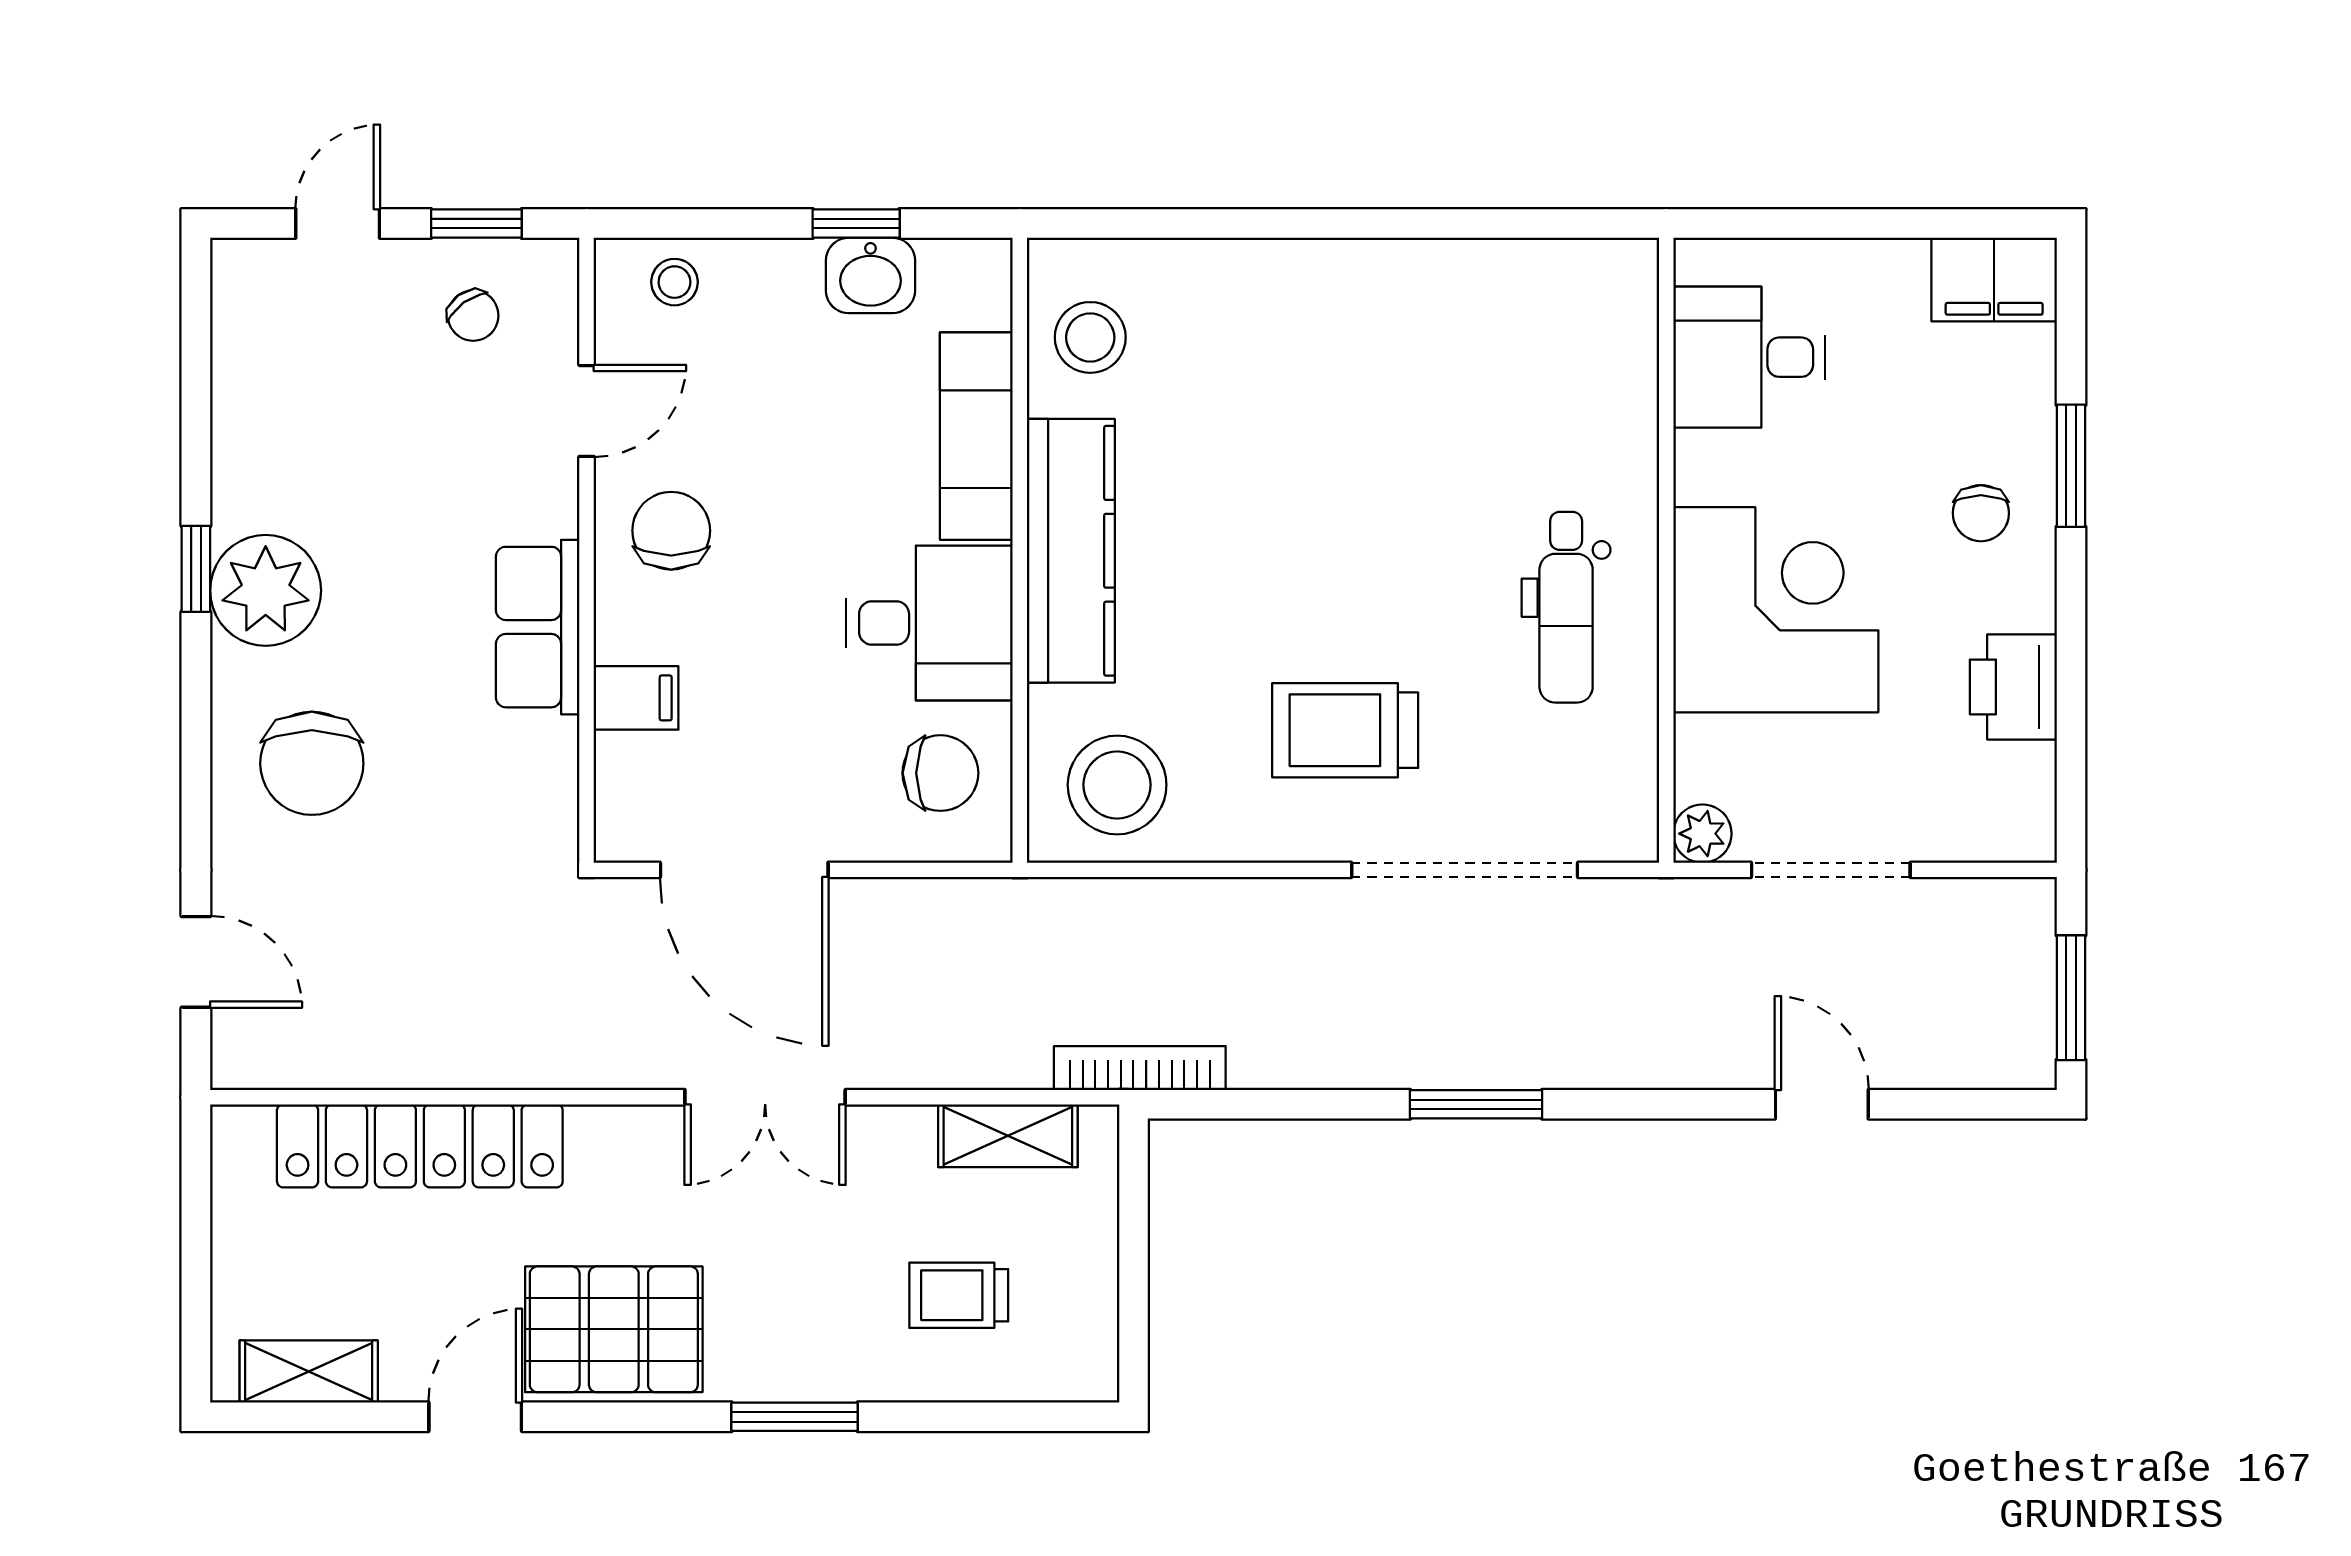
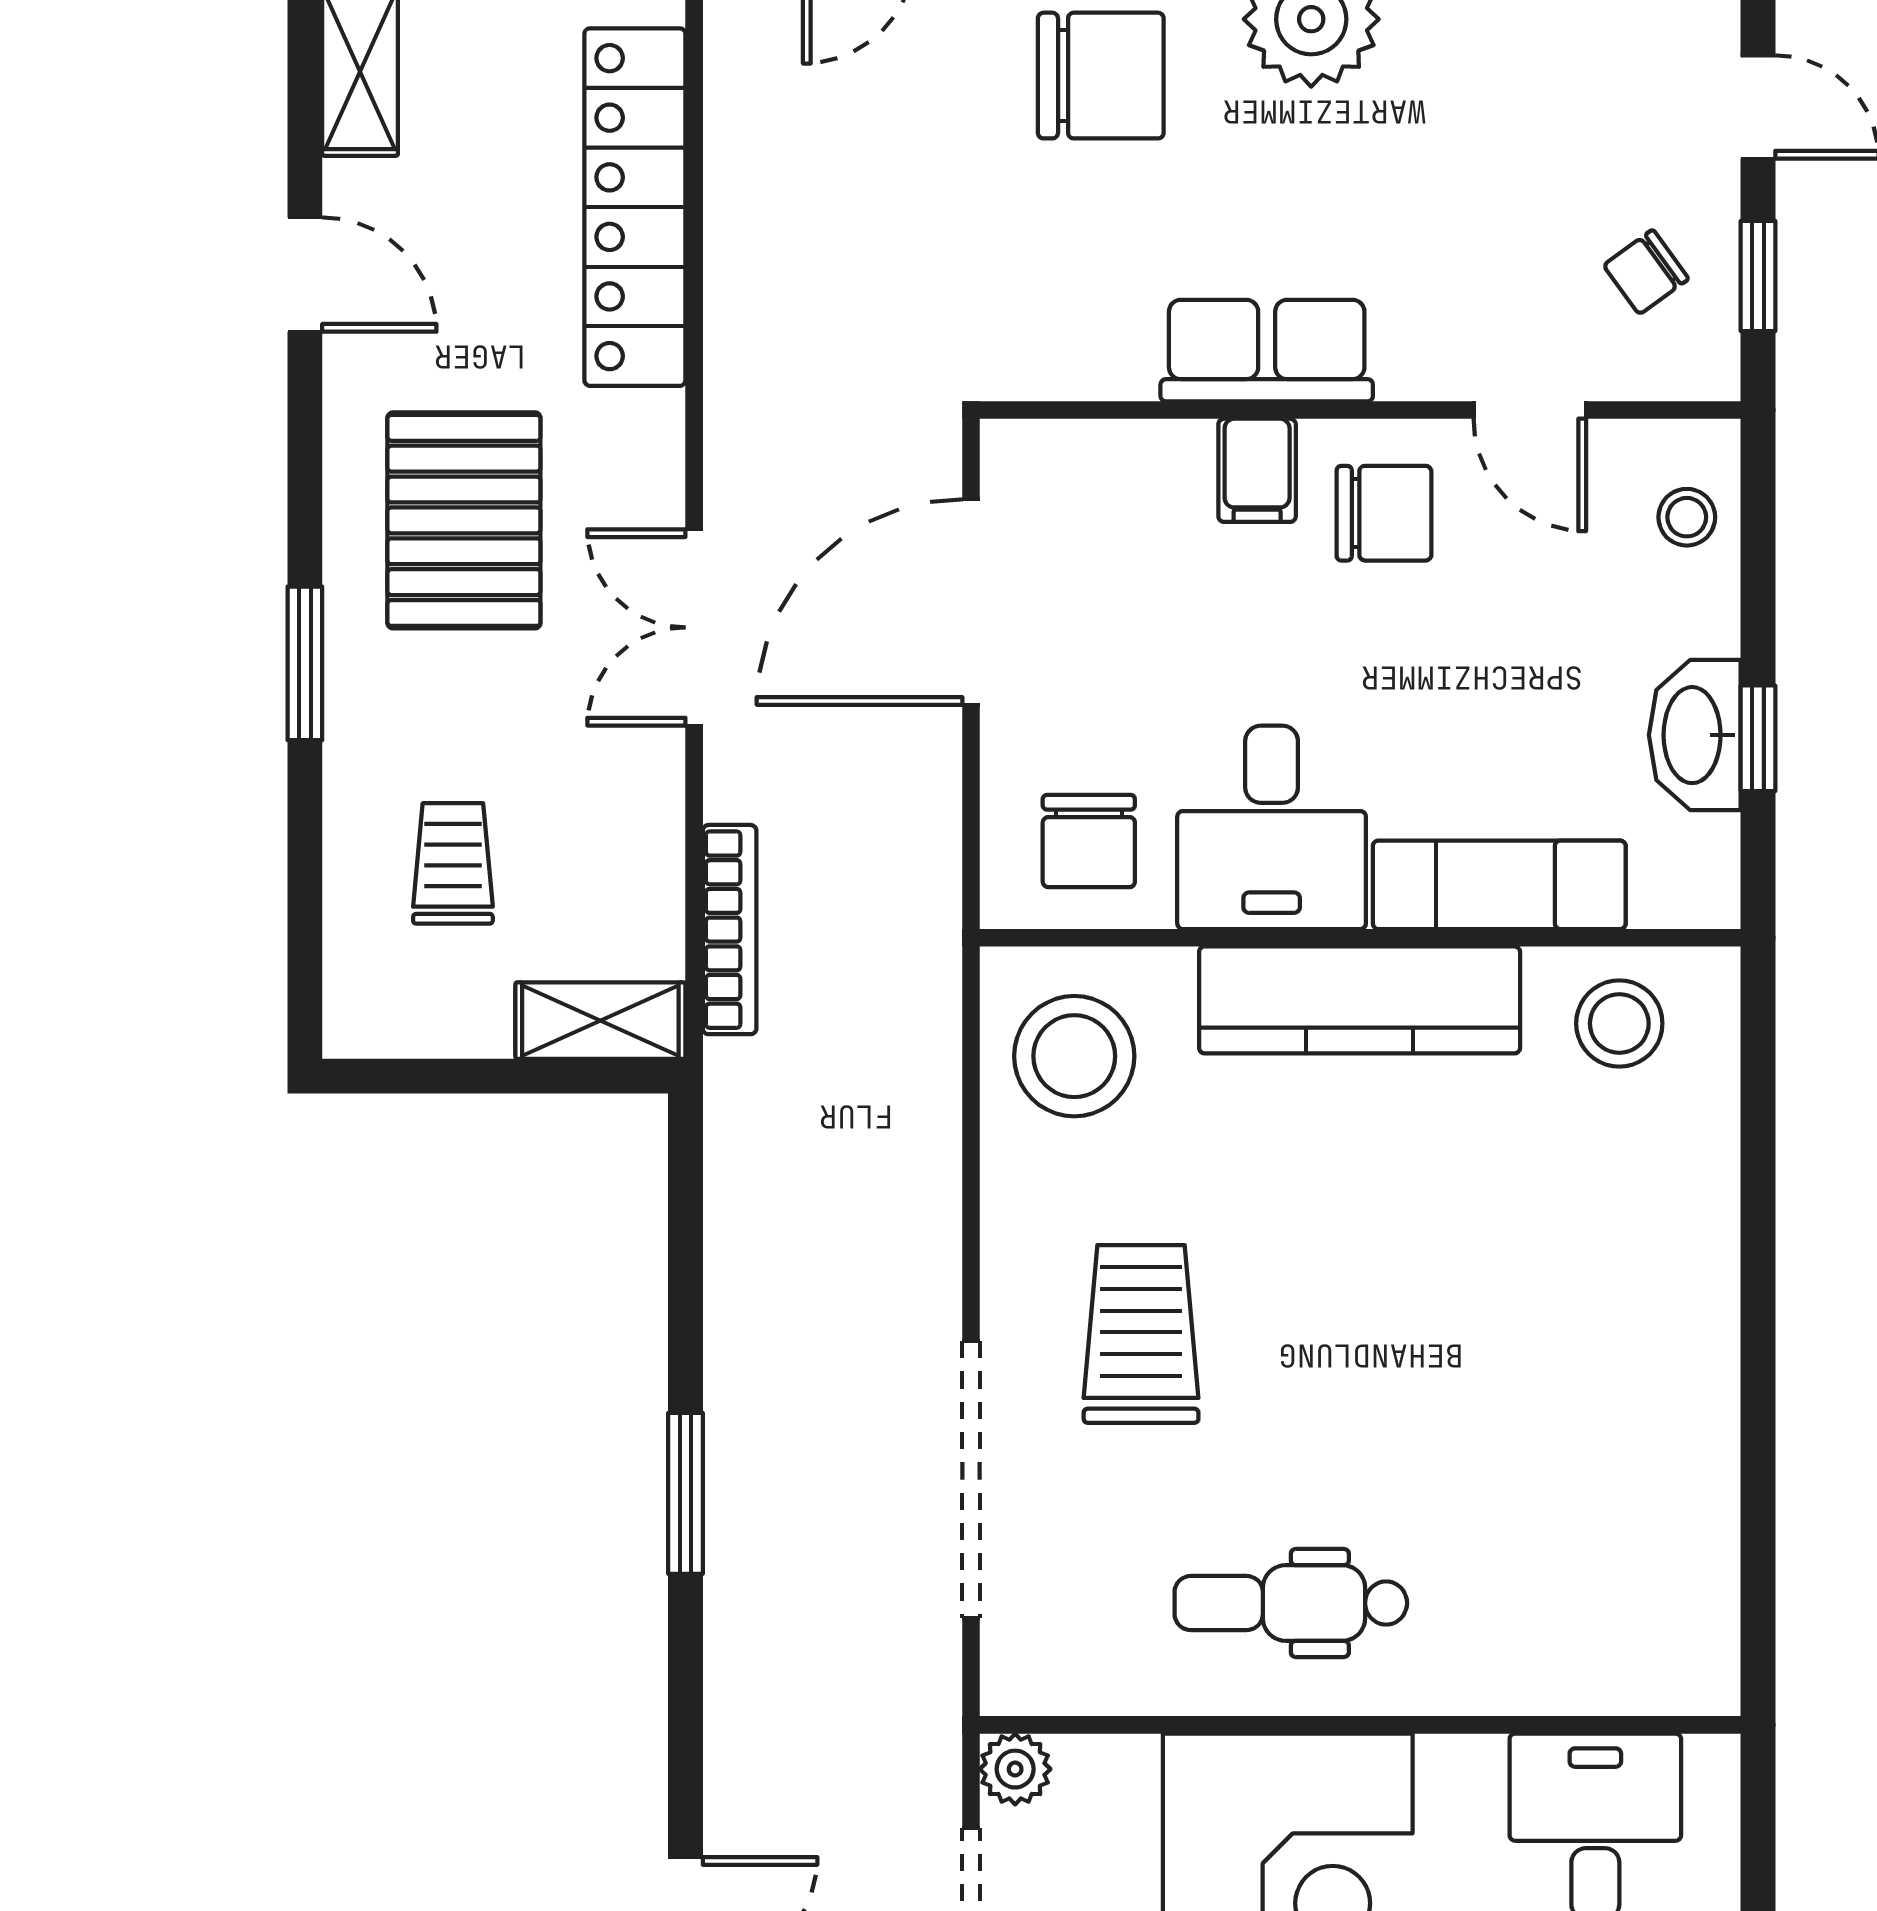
washbasin: (870, 275) -> (1695, 735), width x1.38
filing cabinet: (636, 698) -> (1257, 470), moved
chair: (312, 763) -> (1101, 76), turned 180
bookcase: (1140, 1068) -> (730, 930), moved
shelving: (1008, 1136) -> (600, 1021), moved, turned 90
pallet: (614, 1329) -> (464, 520), moved

